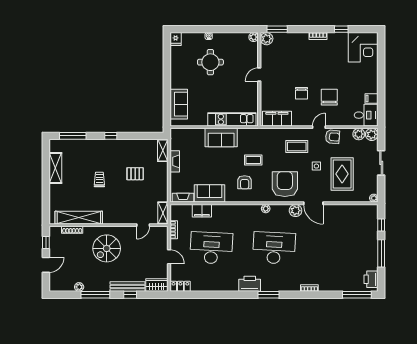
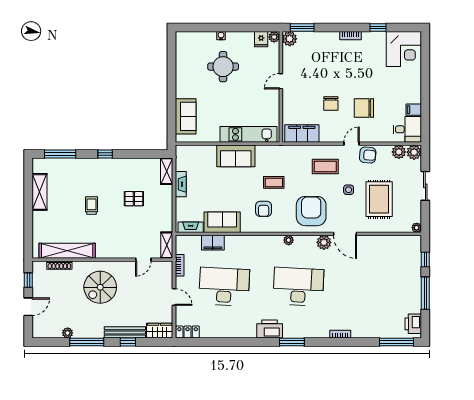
fridge: (176, 39) -> (261, 39), moved
chair: (329, 97) -> (364, 108), turned -90

